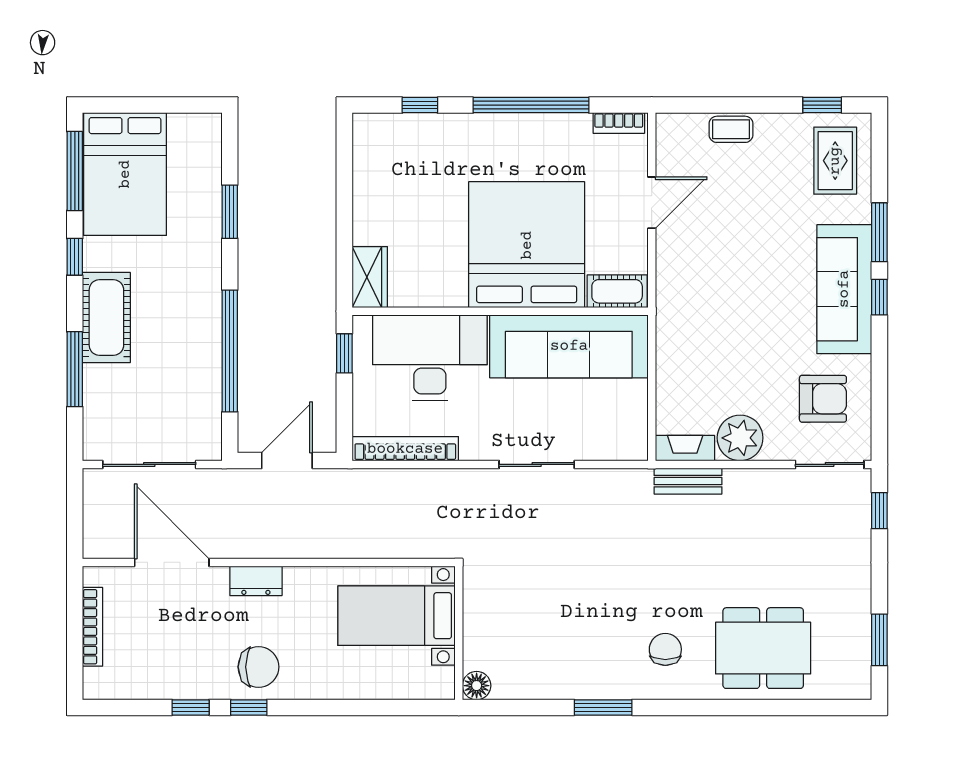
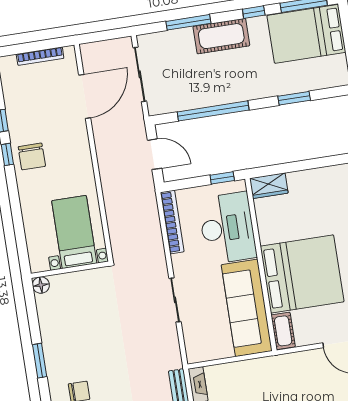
dresser: (256, 581) -> (82, 147), removed

